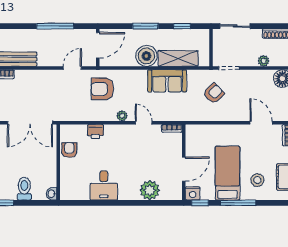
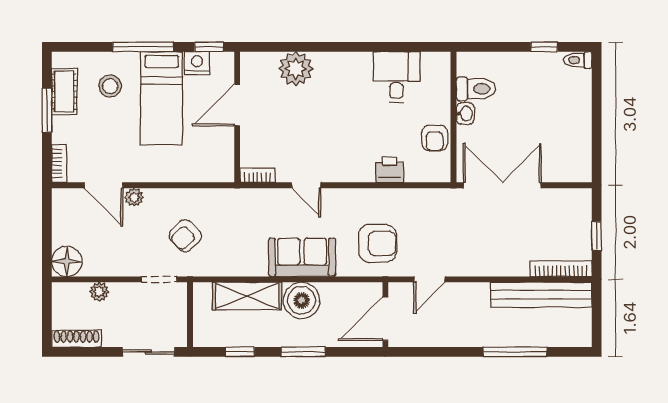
window: (55, 26) -> (515, 352), moved
sofa: (167, 81) -> (302, 257), moved
plant: (122, 116) -> (134, 197), moved
desk: (104, 185) -> (396, 77), moved
toilet: (24, 189) -> (476, 89), moved, turned -90
nightstand: (193, 193) -> (197, 63), moved
washbasin: (52, 194) -> (465, 114), moved

